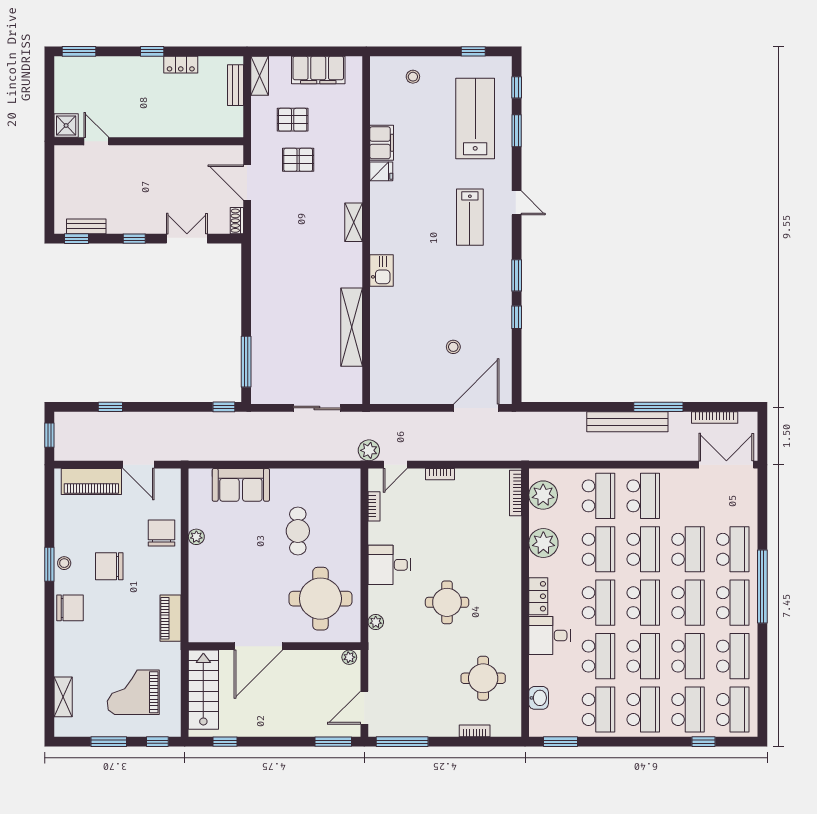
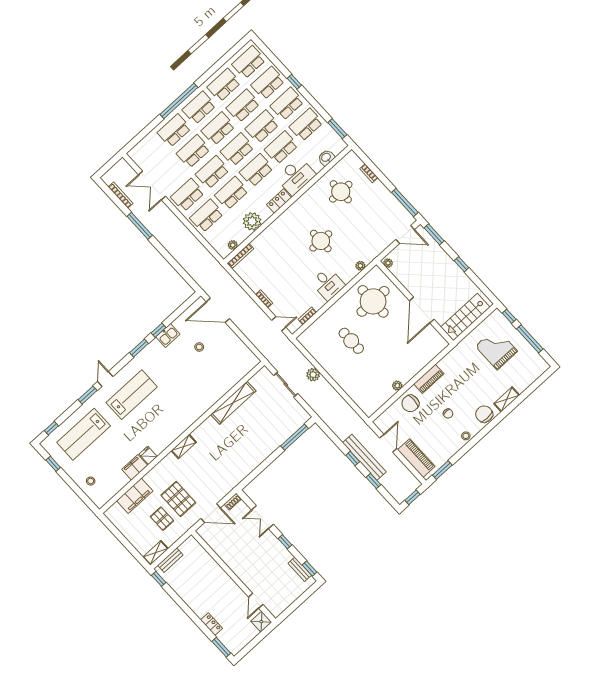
window: (152, 51) -> (159, 579), moved
locker: (181, 65) -> (211, 624), moved
filing cabinet: (318, 70) -> (135, 496), moved, turned 90
window: (517, 131) -> (88, 395), moved
pallet: (298, 160) -> (178, 499), width x1.50, depth x1.42
door: (247, 182) -> (211, 513), hinge flipped
lab bench: (470, 217) -> (132, 395), width x1.36, depth x1.39
kitchen sink: (382, 271) -> (168, 335), moved, turned 180
window: (224, 407) -> (353, 458), moved
bench: (627, 422) -> (364, 457), moved
plant: (369, 450) -> (313, 375), moved
double door: (726, 465) -> (152, 185), moved
sofa: (241, 485) -> (354, 387), removed
plant: (543, 495) -> (233, 245), width x0.53, depth x0.53
cafe table: (298, 531) -> (351, 341), turned 90
window: (49, 564) -> (442, 470), moved
chair: (109, 566) -> (448, 414), width x0.54, depth x0.54
piano: (170, 618) -> (429, 379), moved
desk: (549, 636) -> (296, 176), width x1.37
door: (258, 646) -> (422, 310), swing flipped
grand piano: (133, 692) -> (496, 349), turned 180
shelving: (63, 697) -> (507, 399), moved
window: (109, 742) -> (530, 339), width x1.44
window: (225, 742) -> (461, 264), moved
window: (703, 742) -> (294, 82), moved

